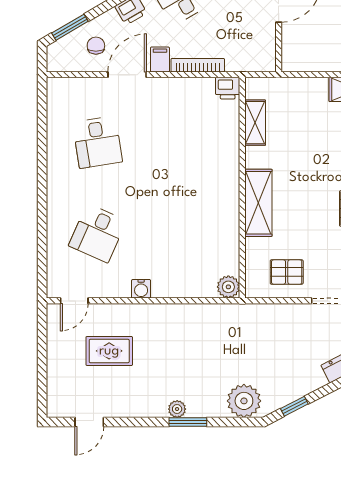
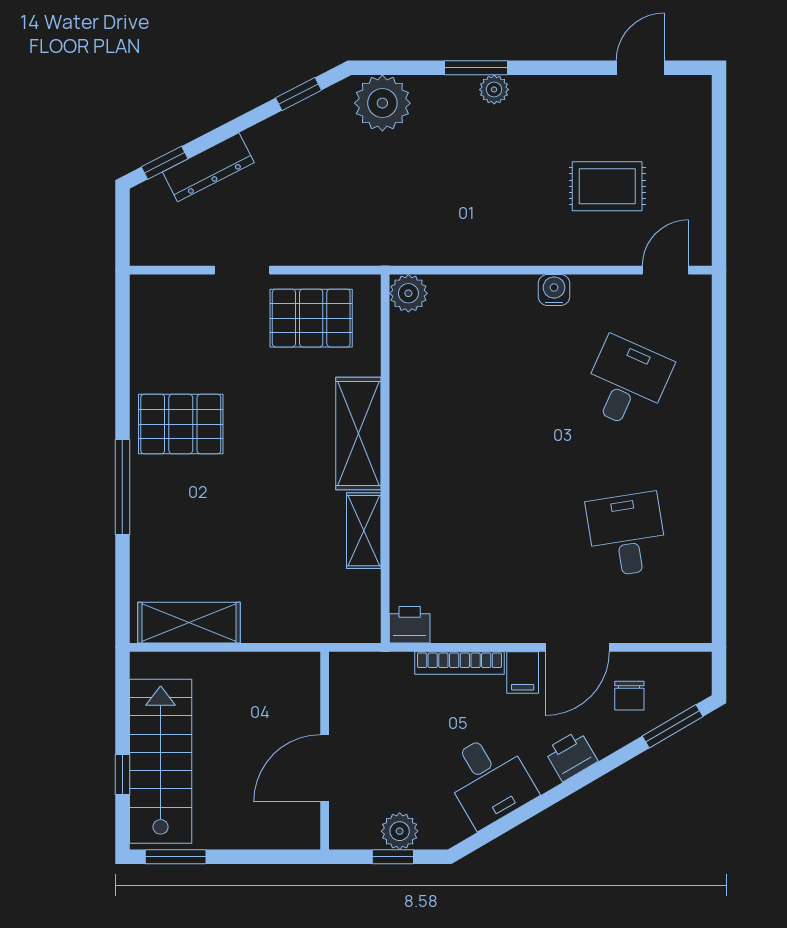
shelving: (255, 123) -> (364, 531), moved
pallet: (287, 272) -> (311, 318), width x1.50, depth x1.42

